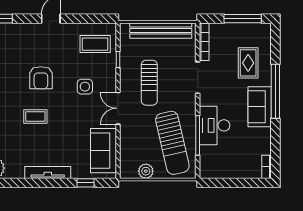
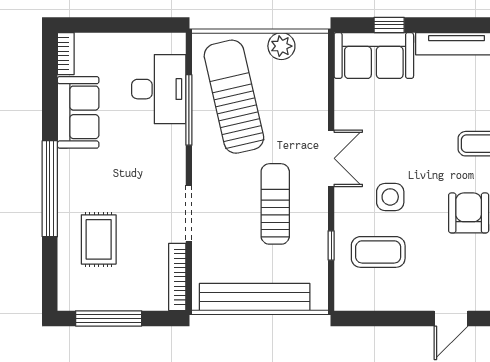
coffee table: (95, 44) -> (378, 252), moved
sofa: (260, 107) -> (78, 112), moved
desk: (214, 125) -> (159, 89), moved
sofa: (103, 151) -> (374, 56), moved, turned 90

